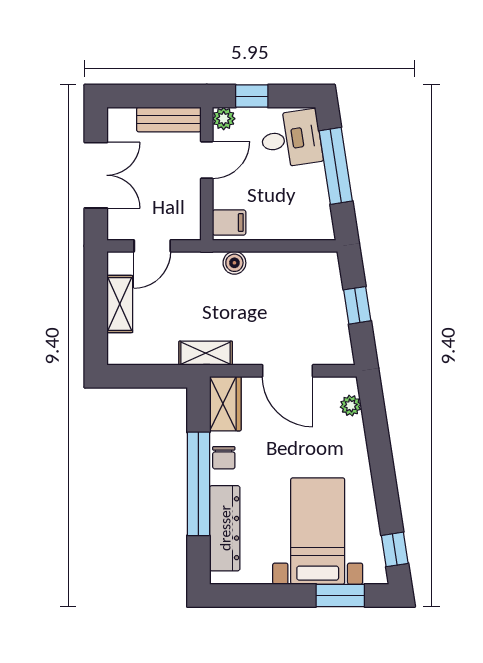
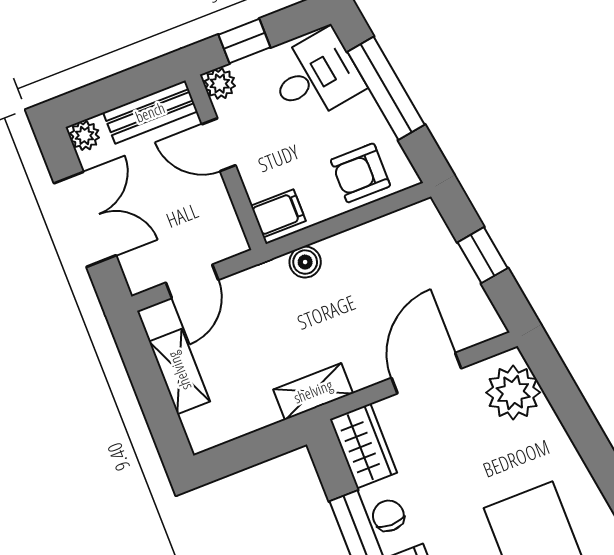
plant: (118, 118) -> (84, 136), added
door: (207, 160) -> (219, 145), swing flipped
armchair: (296, 217) -> (360, 173), added
door: (288, 371) -> (426, 373), swing flipped
plant: (351, 406) -> (513, 393), width x1.87, depth x1.87
chair: (224, 458) -> (388, 516), turned 180

